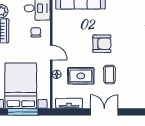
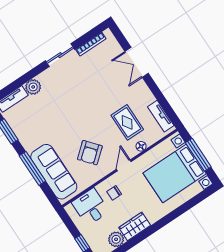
armchair: (102, 44) -> (90, 153), moved, turned -130
coffee table: (110, 75) -> (108, 96), removed
double door: (104, 112) -> (137, 62), moved

